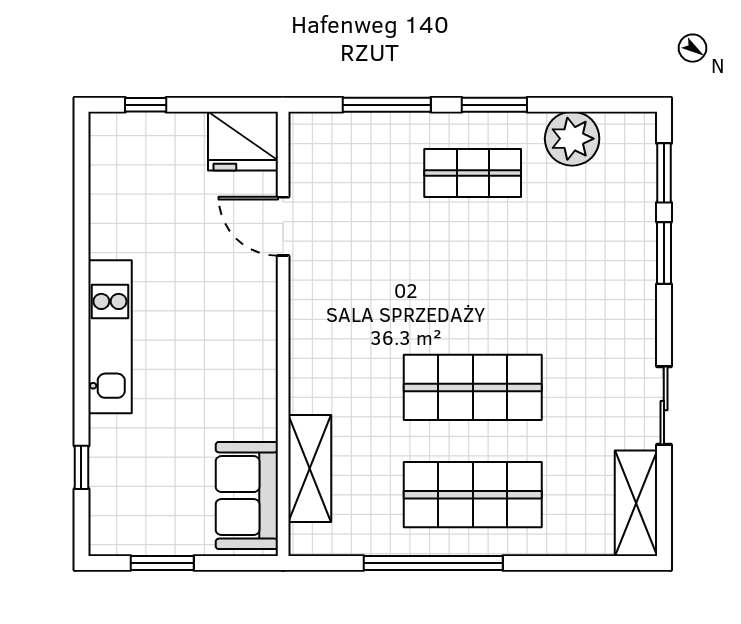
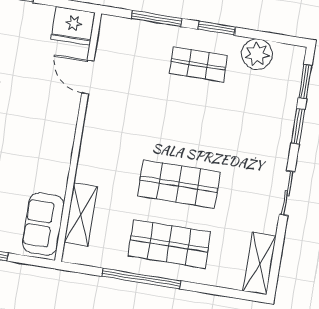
sliding door: (664, 406) -> (287, 193), moved

